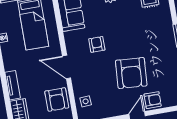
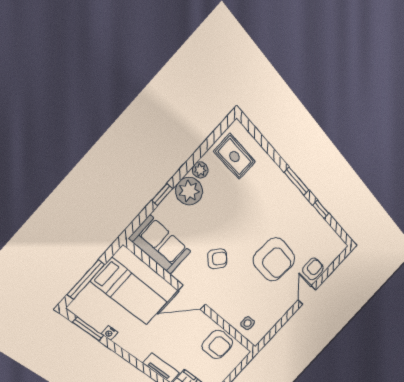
armchair: (97, 44) -> (217, 259), turned 132
door: (67, 67) -> (192, 297), moved

